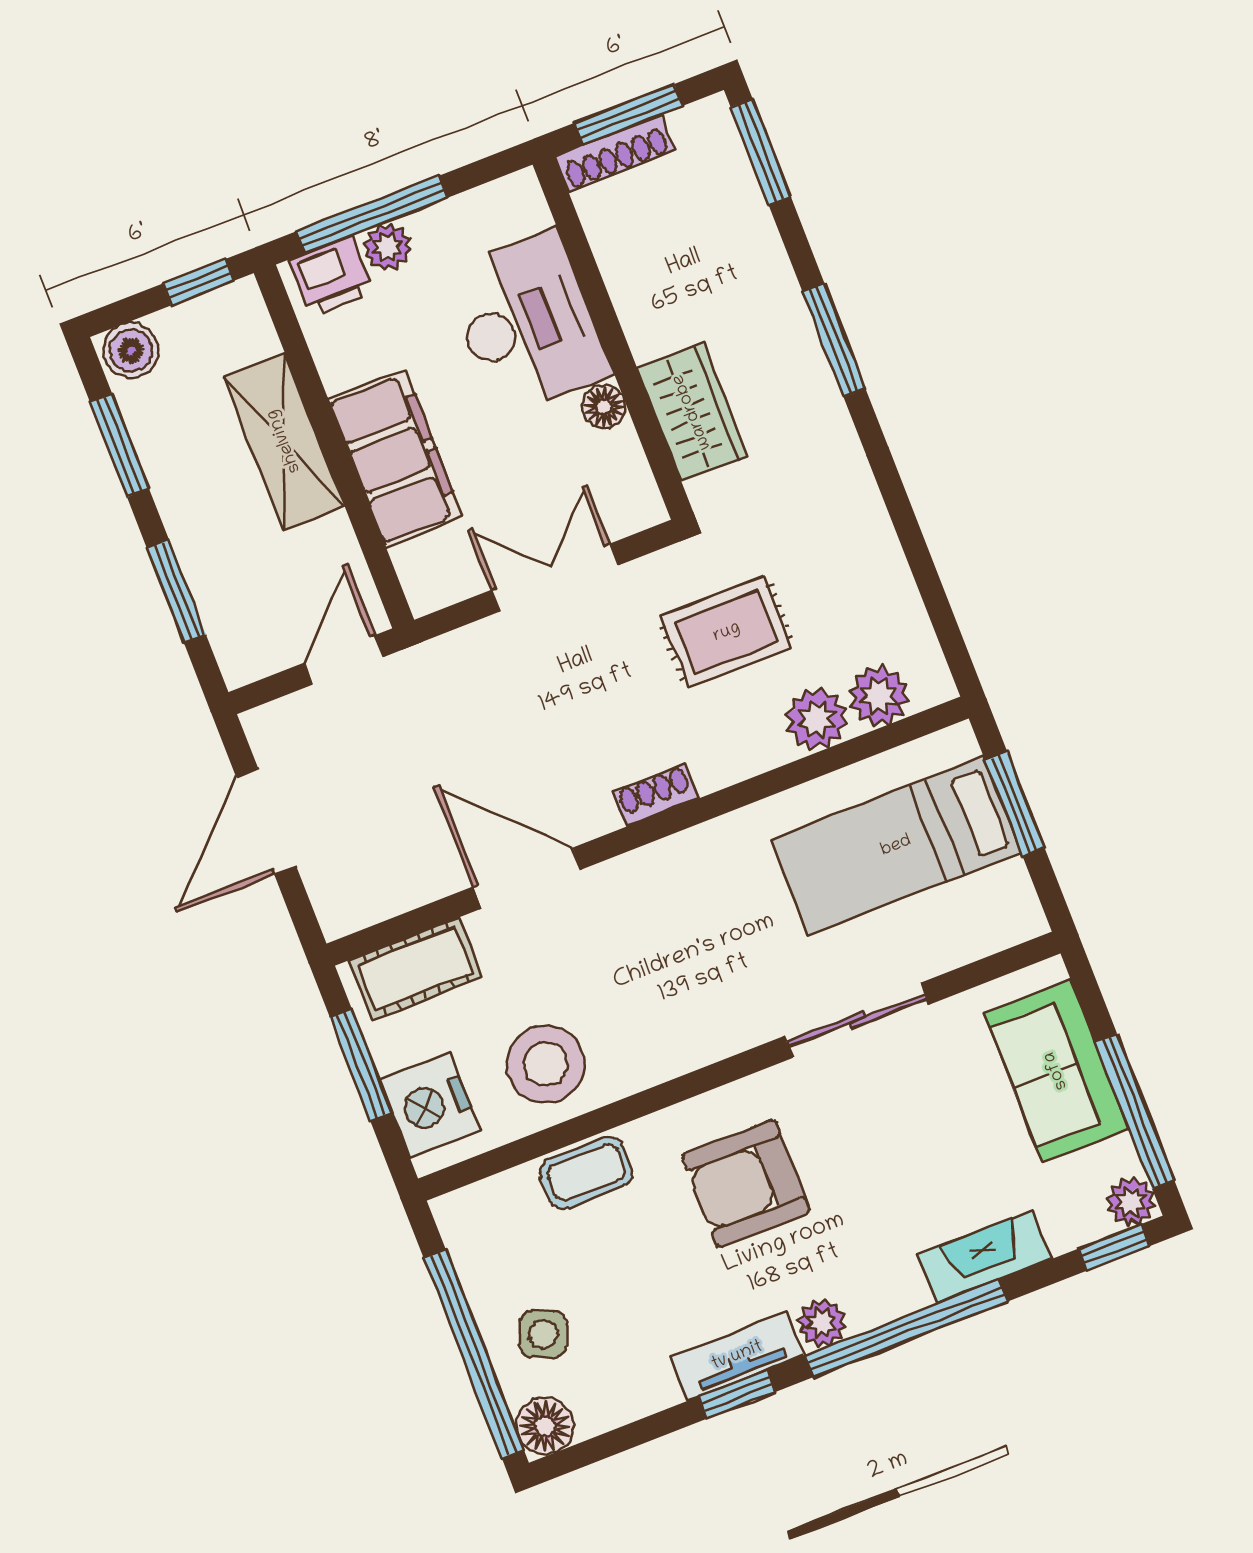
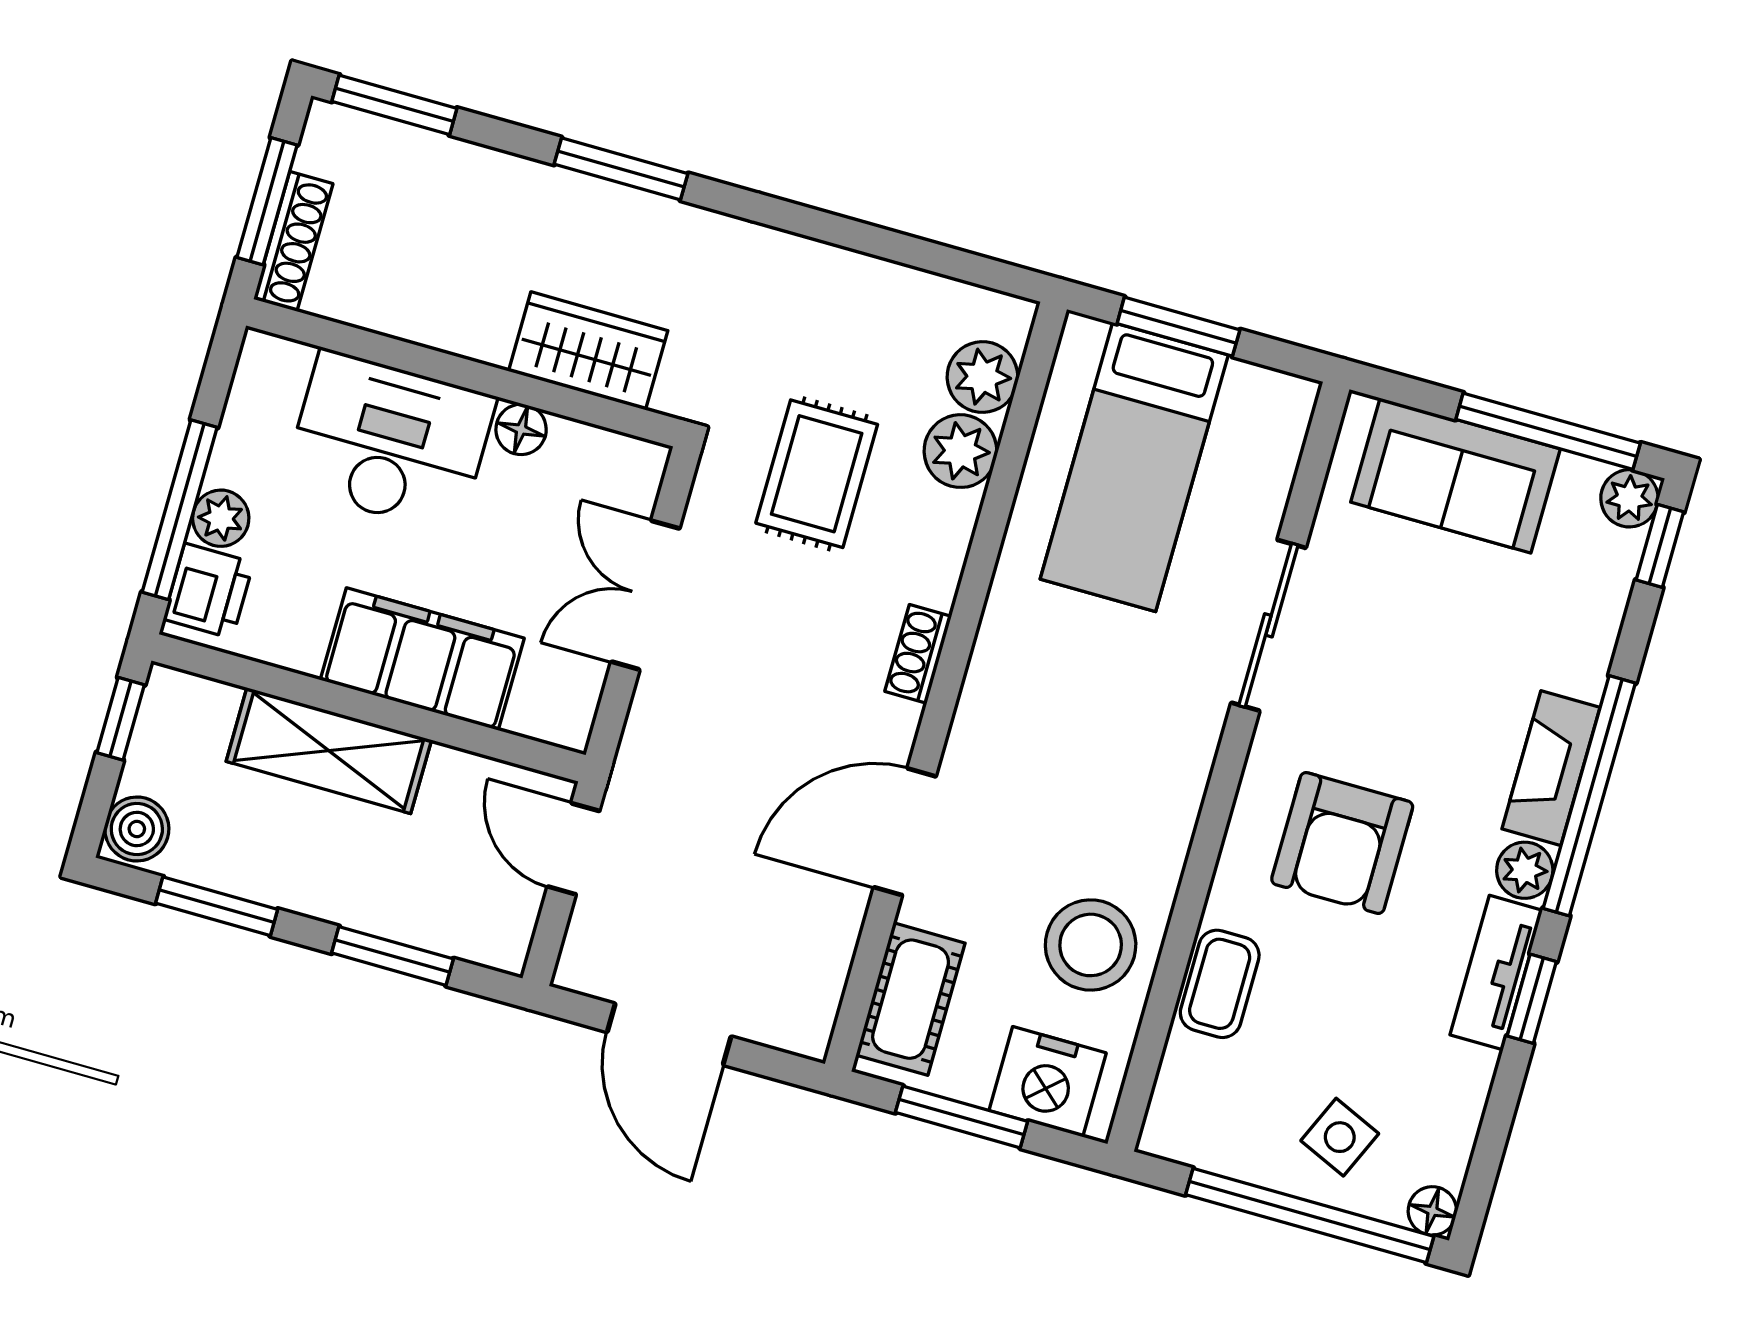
fireplace: (984, 1257) -> (1551, 768), moved
floor lamp: (545, 1426) -> (1432, 1211), width x0.73, depth x0.73

